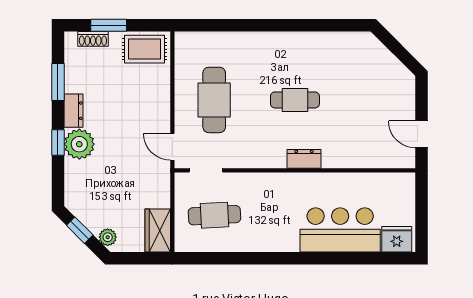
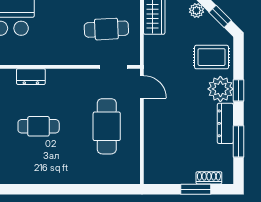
rug: (145, 49) -> (212, 57), moved
dresser: (73, 111) -> (225, 123), width x1.44

